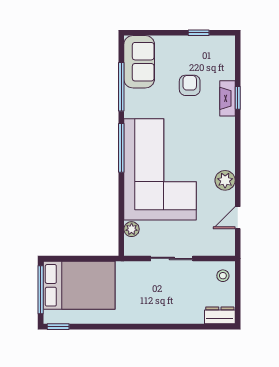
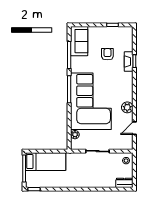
bed: (79, 285) -> (46, 162), width x0.67

